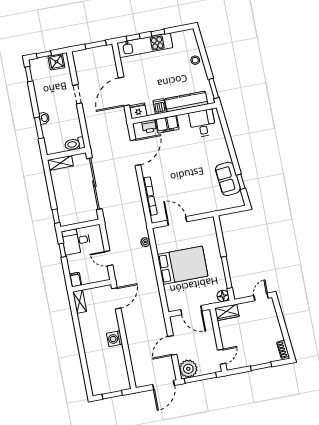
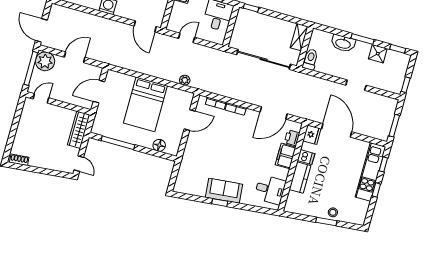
window: (44, 54) -> (406, 85), moved
shower: (56, 62) -> (378, 54), moved
window: (214, 89) -> (326, 222), moved
kitchen counter: (186, 102) -> (300, 178), width x0.67
washbasin: (44, 118) -> (343, 43), width x1.91, depth x1.45
window: (39, 128) -> (363, 39), moved
door: (136, 153) -> (274, 113), hinge flipped
sofa: (228, 179) -> (224, 191), moved
window: (241, 182) -> (220, 203), moved
floor lamp: (223, 296) -> (159, 145), moved
wardrobe: (227, 312) -> (79, 130), width x1.50
door: (172, 345) -> (75, 57), hinge flipped
door: (222, 357) -> (41, 98), swing flipped
window: (261, 366) -> (13, 131), removed

